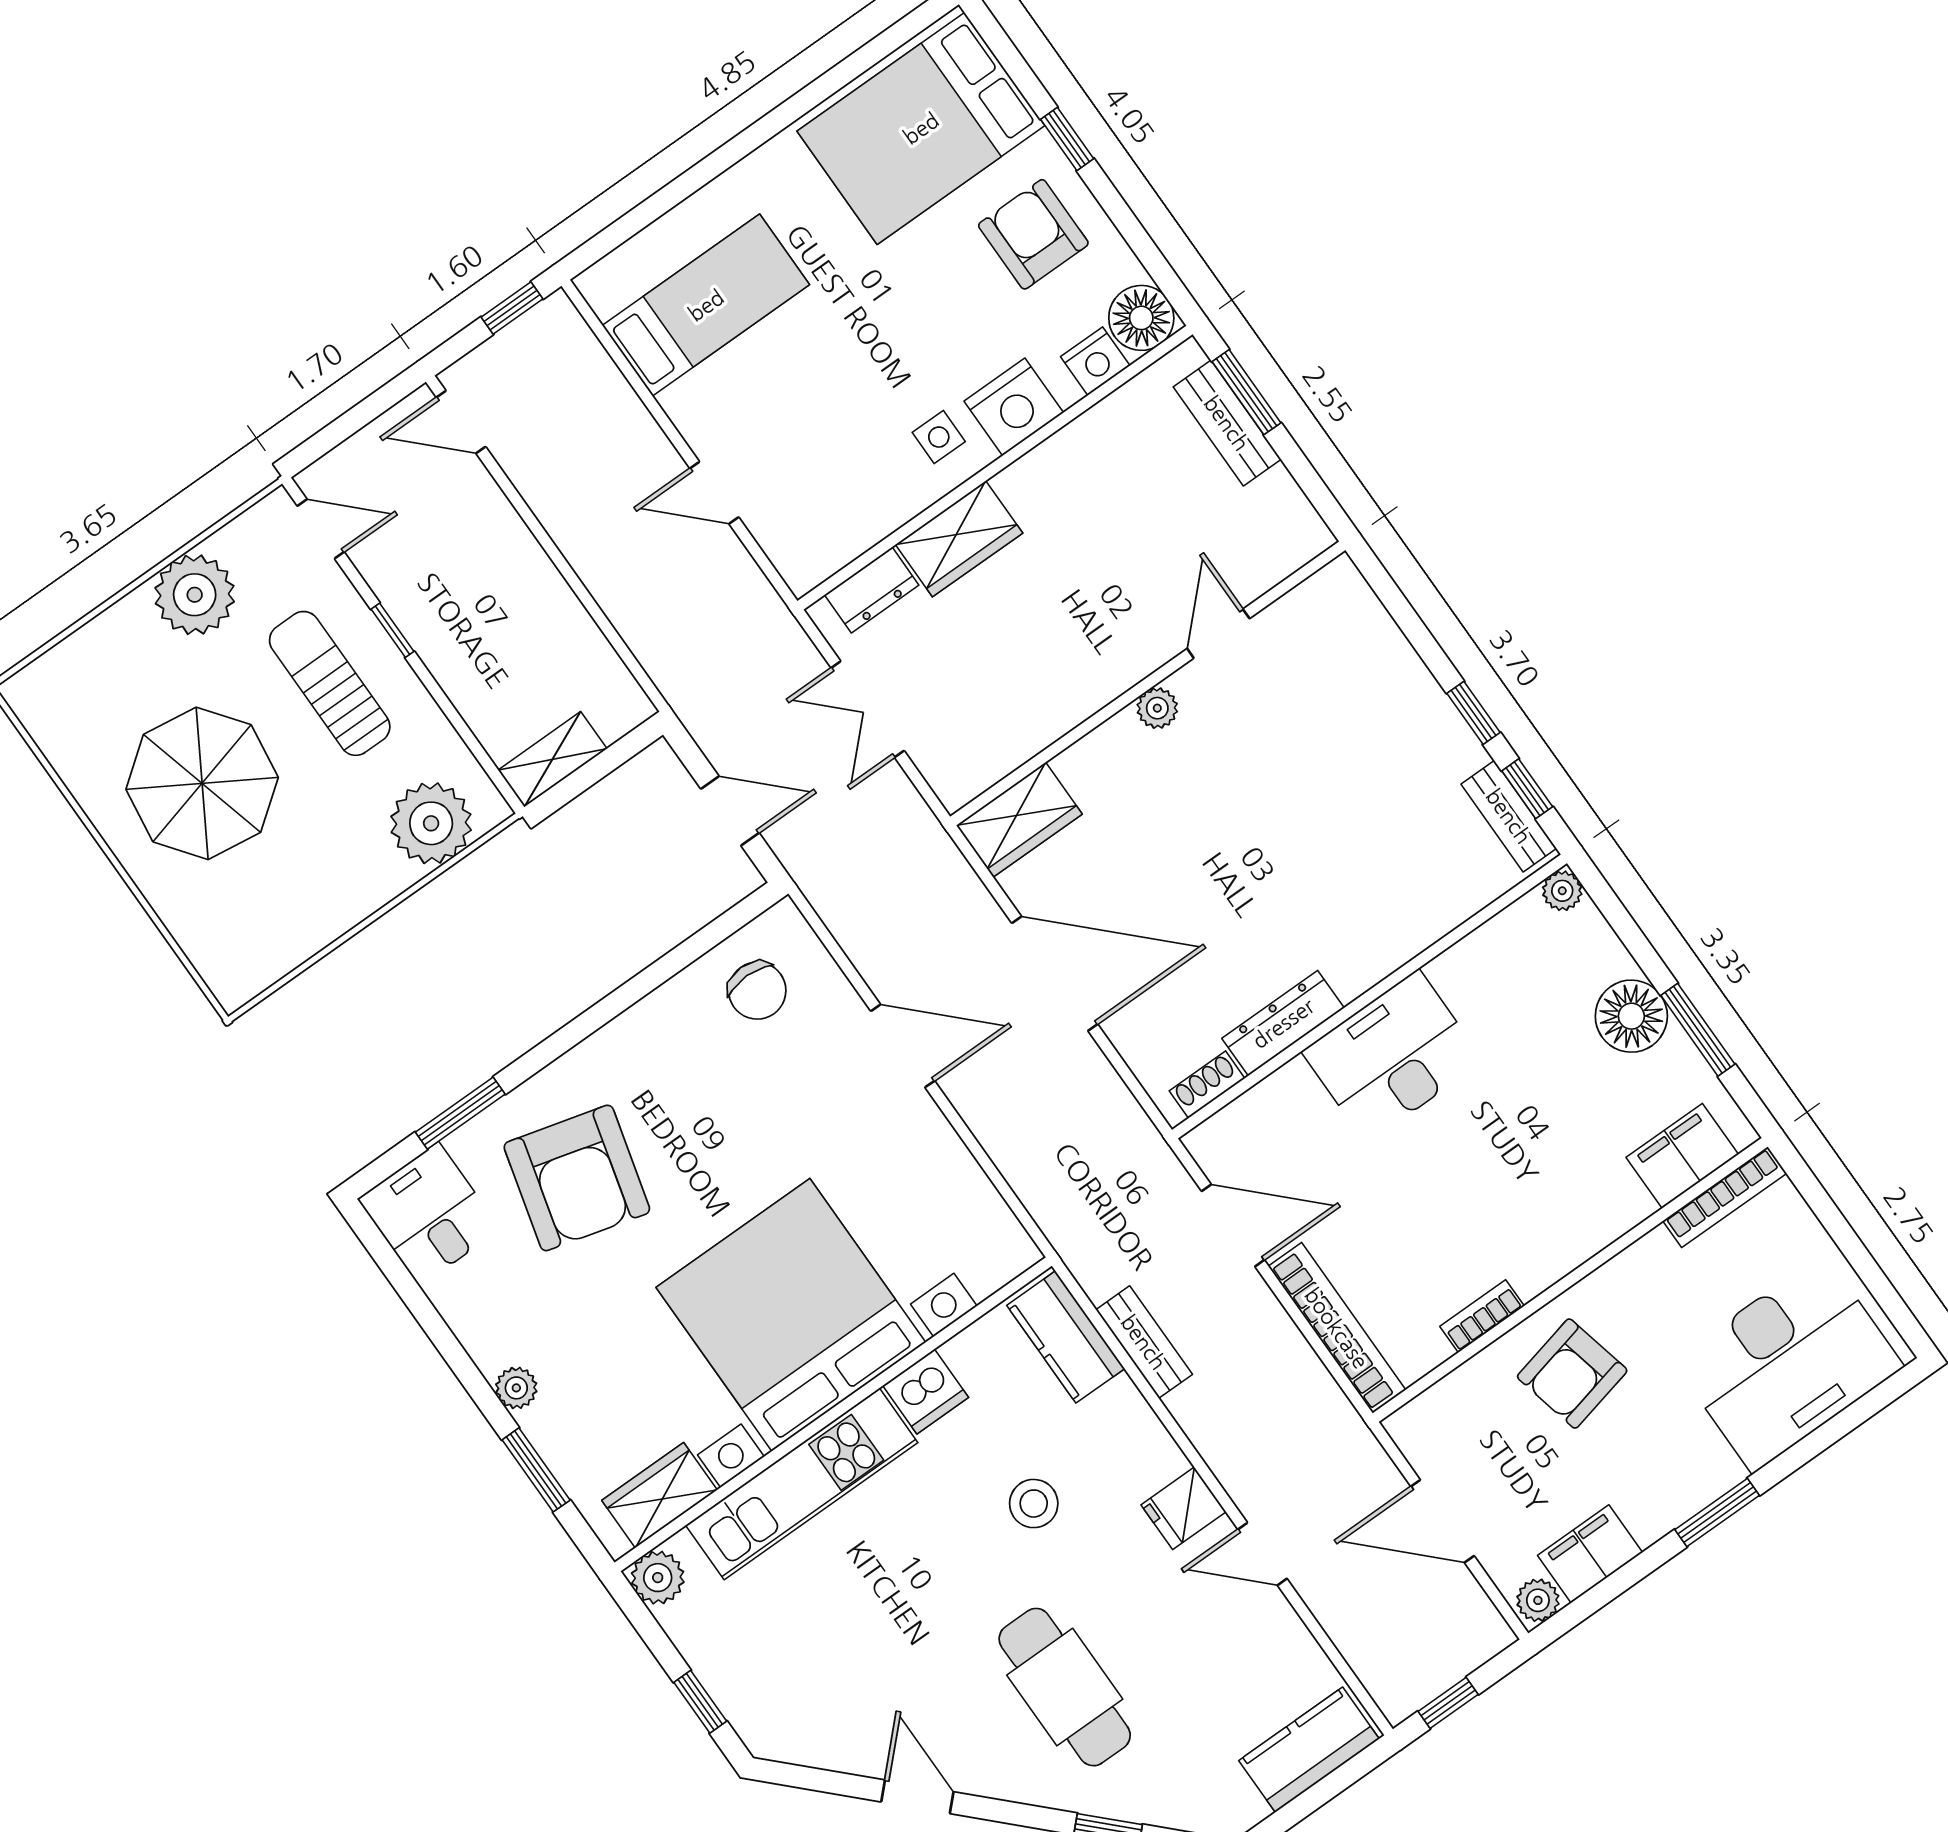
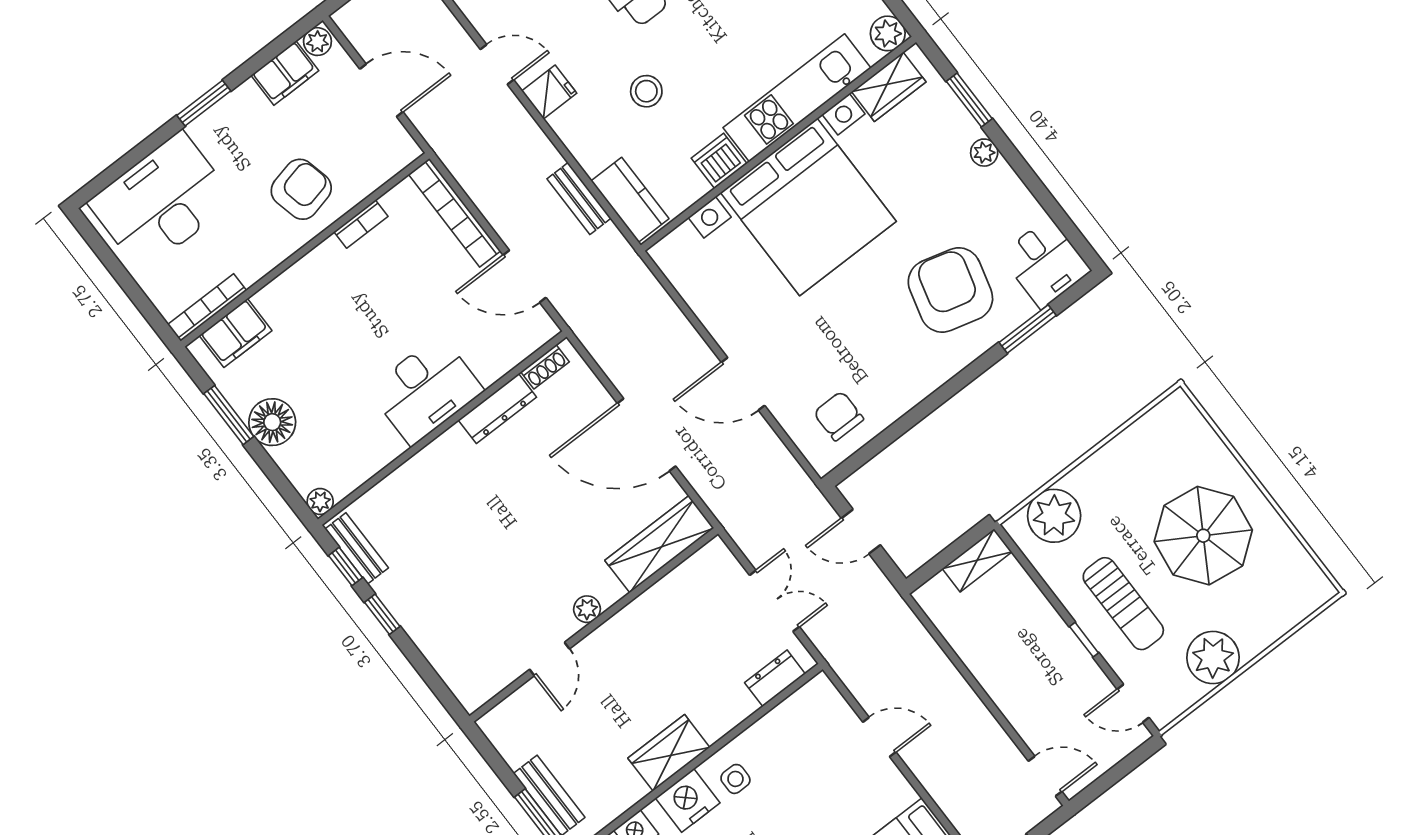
wardrobe: (959, 539) -> (669, 753), moved
wardrobe: (1019, 820) -> (659, 544), width x1.50

